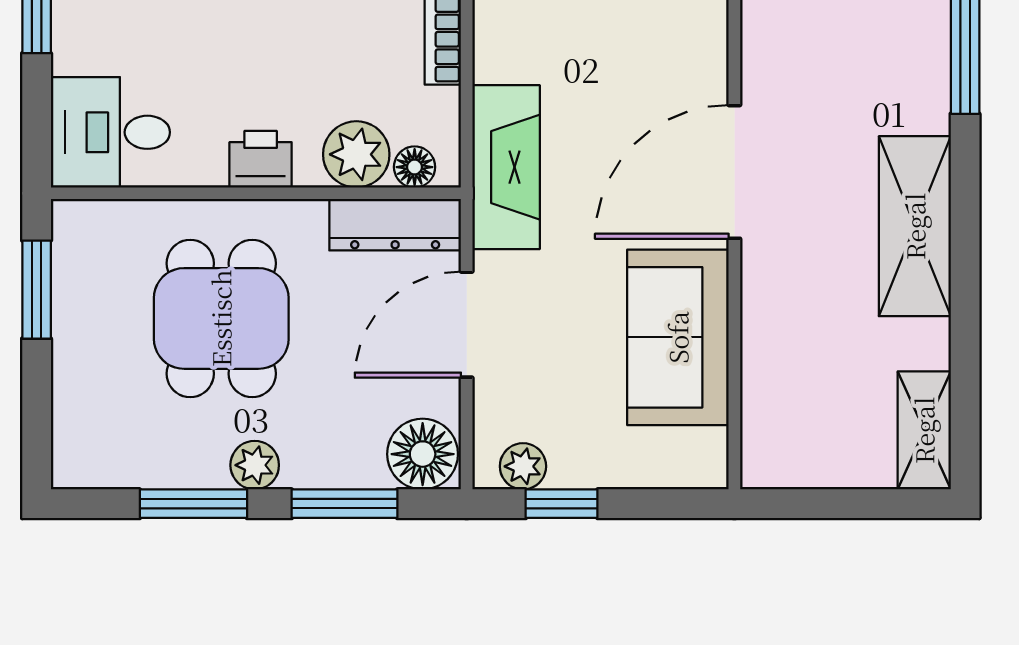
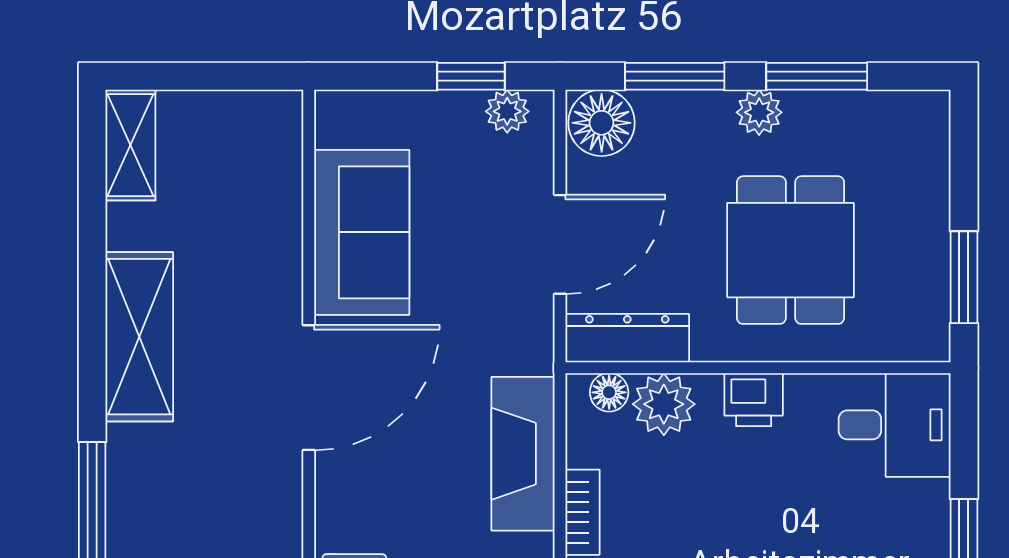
fireplace: (506, 167) -> (523, 454), moved

